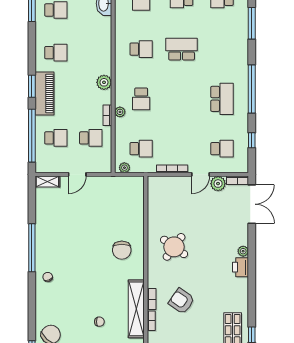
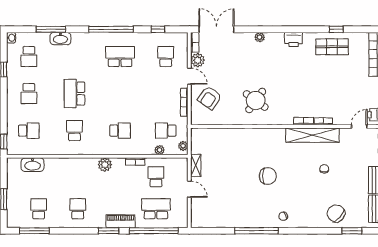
washbasin: (242, 34) -> (60, 39), added
piano: (44, 94) -> (120, 221), width x0.73, depth x0.75
plant: (120, 112) -> (160, 150), moved
school desk: (56, 138) -> (156, 209), width x1.85
school desk: (141, 149) -> (166, 131), turned -90
shelving: (47, 182) -> (196, 165), moved
chair: (122, 250) -> (268, 176), moved
printer: (241, 267) -> (293, 39), moved
armchair: (181, 301) -> (210, 98), moved

